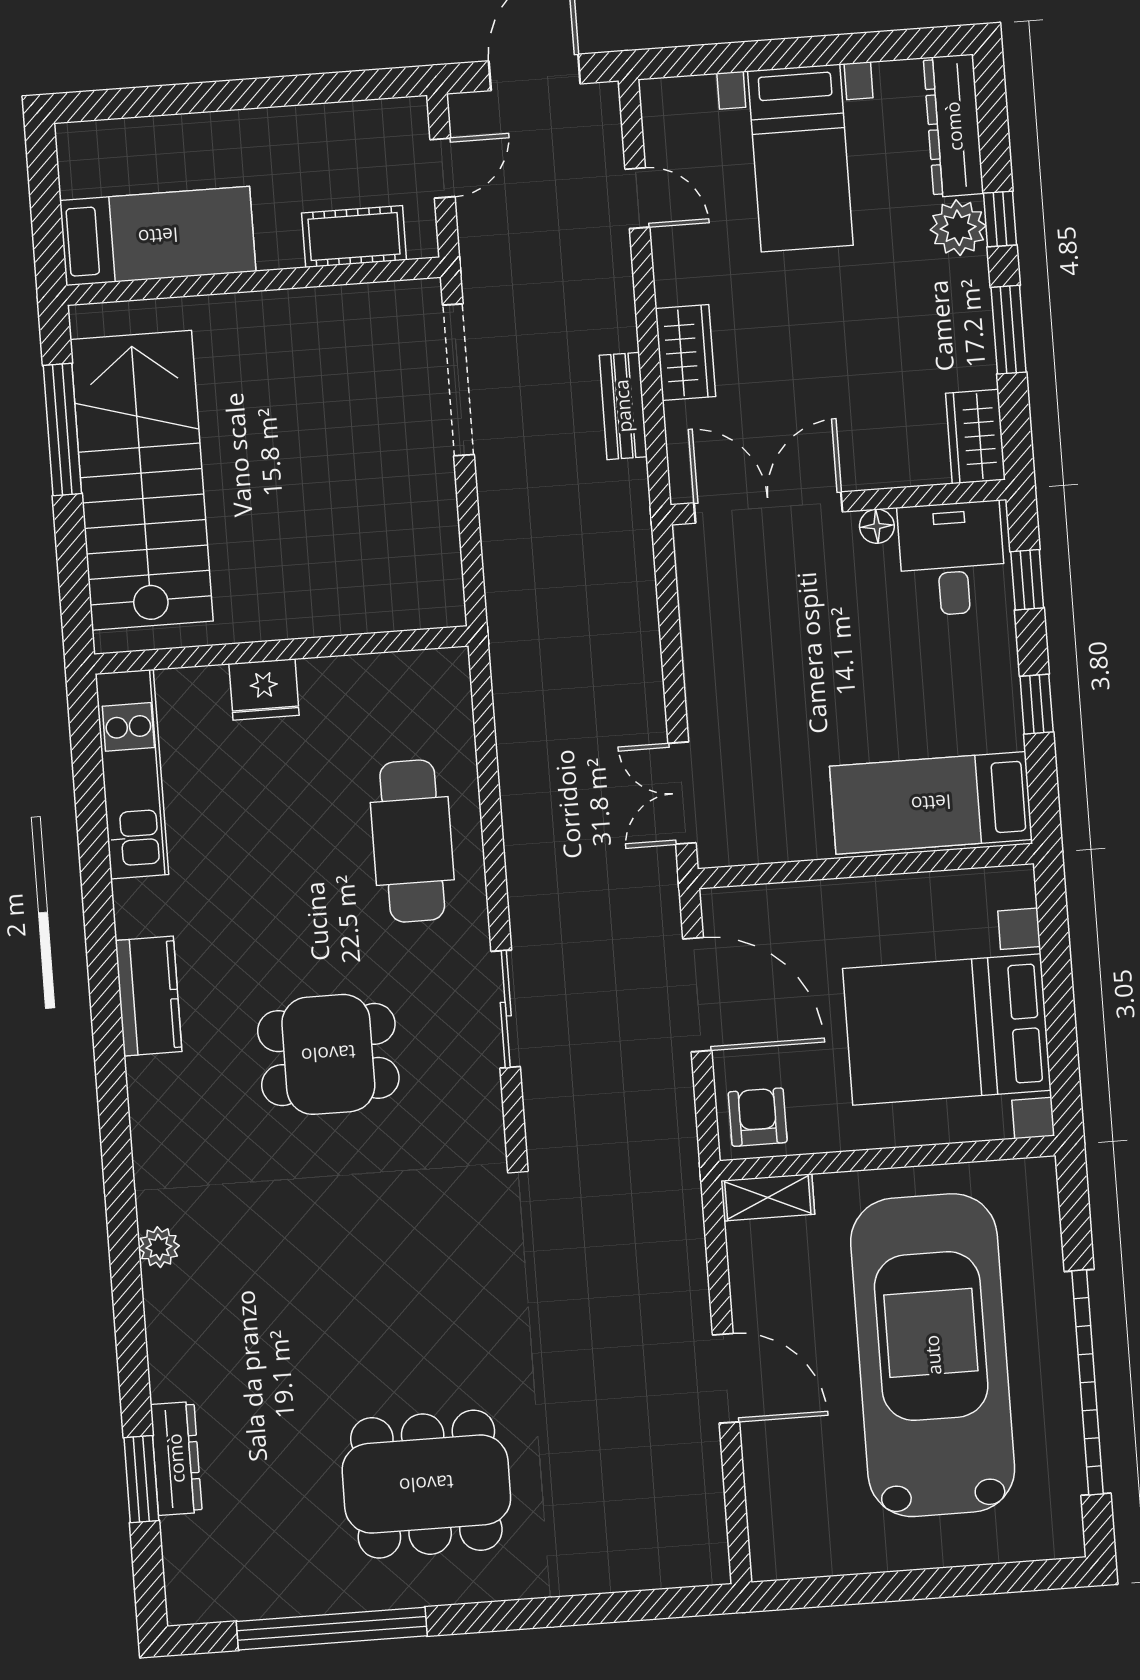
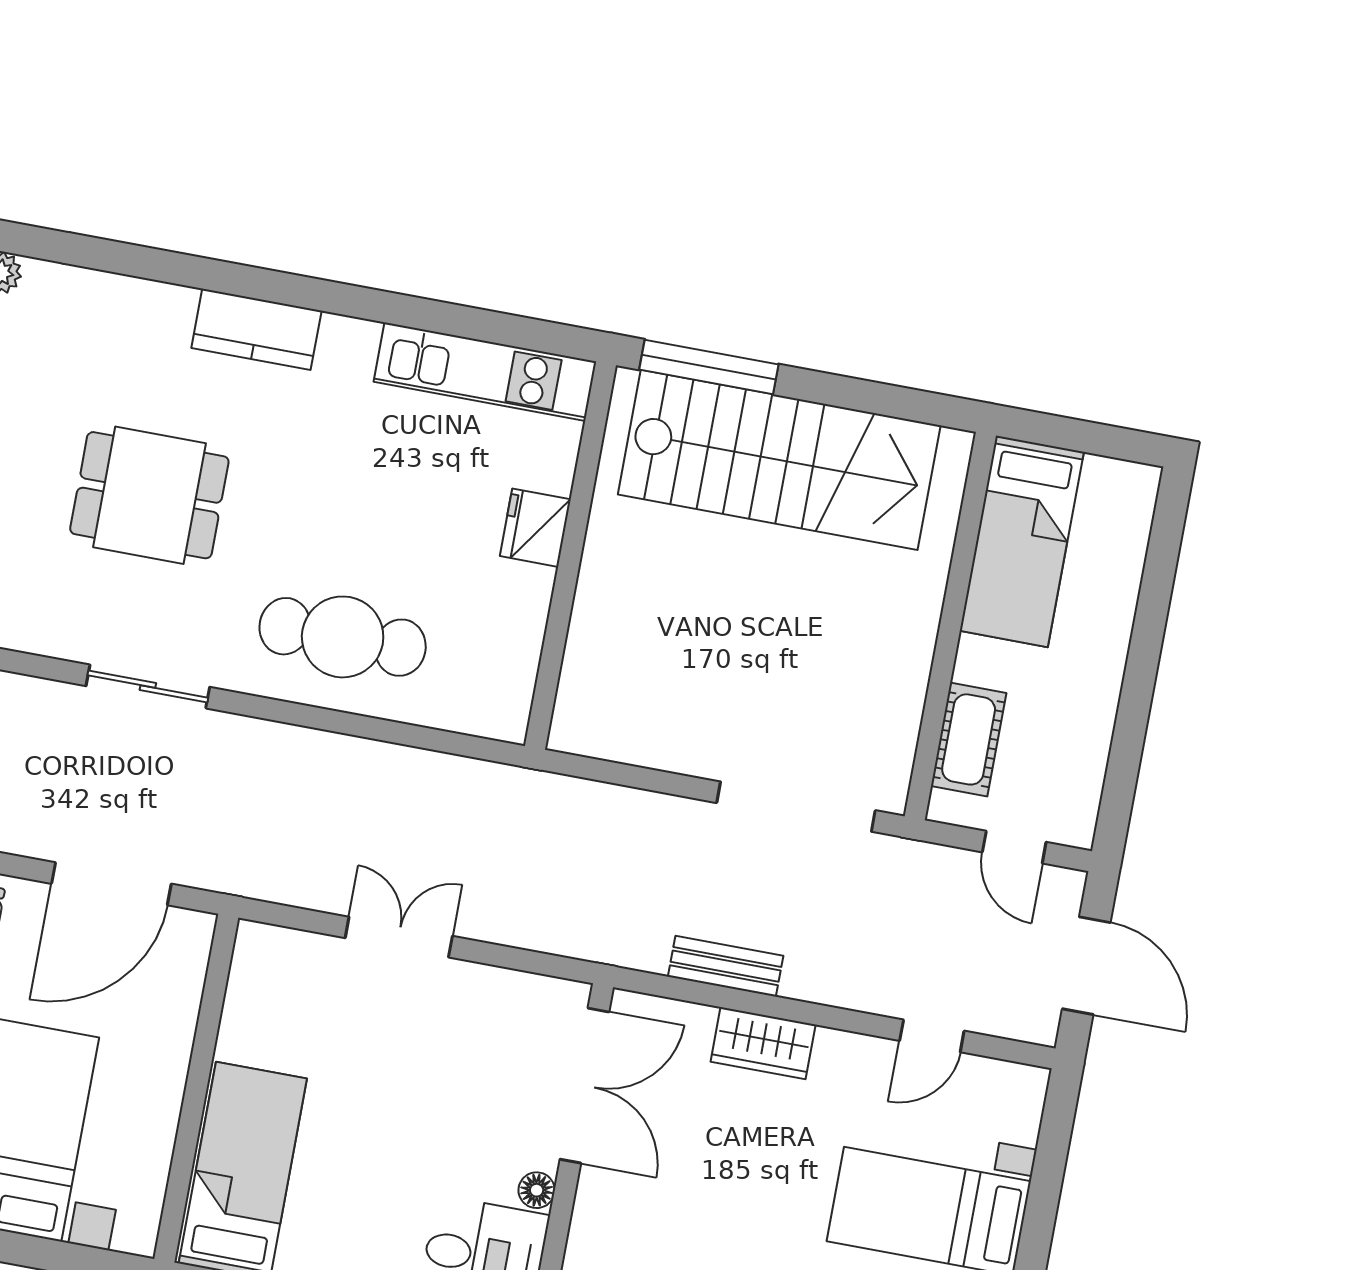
window: (62, 430) -> (709, 367), moved
double door: (682, 793) -> (399, 937), moved
dining table: (328, 1054) -> (149, 495), turned 90

